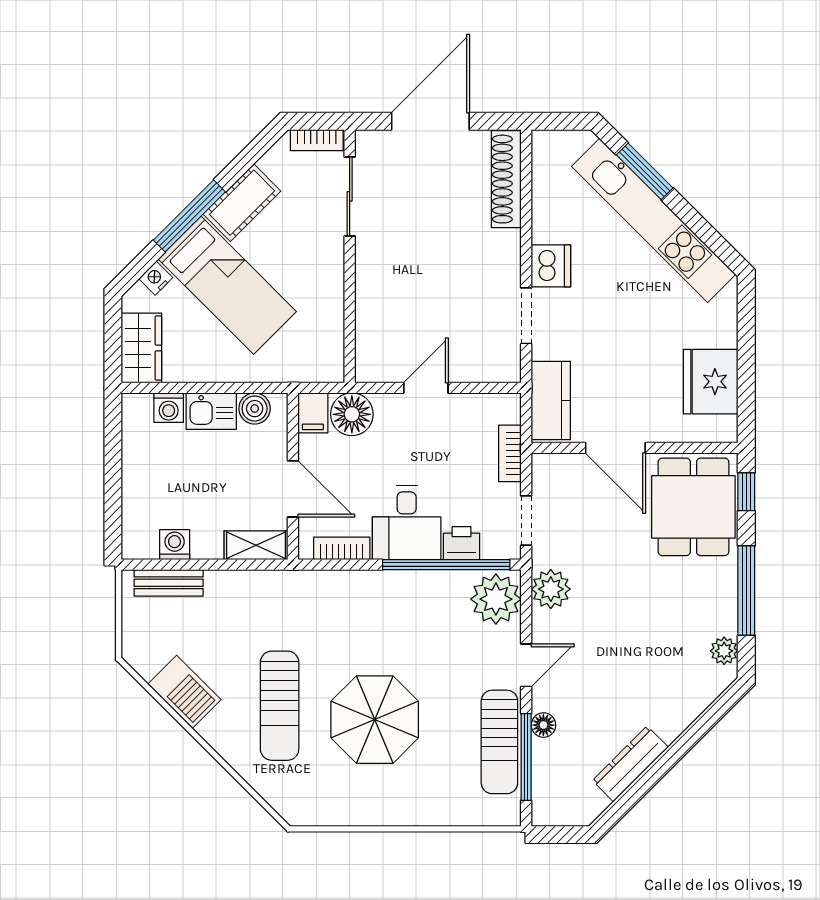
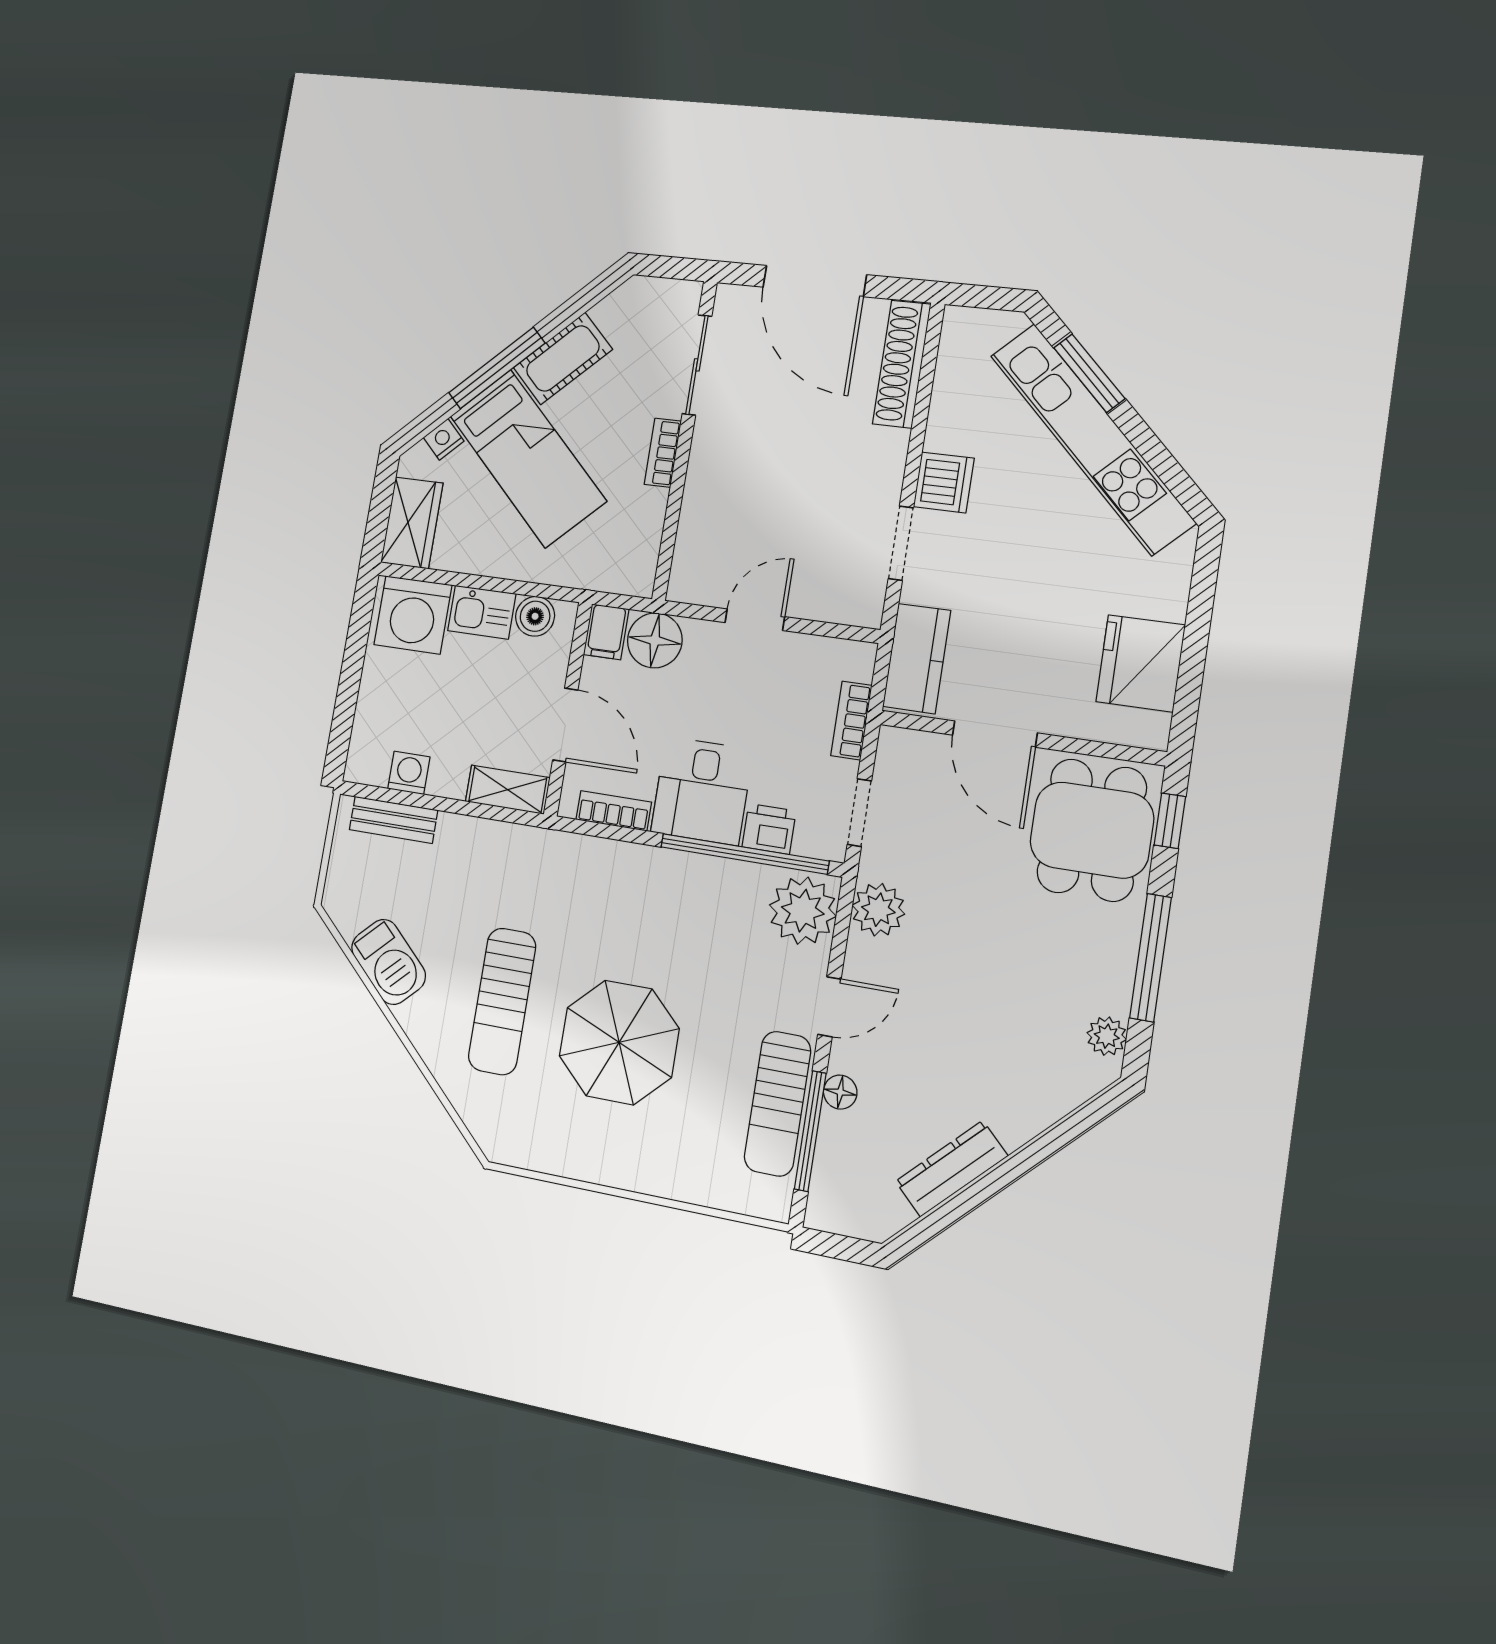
door: (430, 121) -> (815, 281), swing flipped
bookcase: (317, 140) -> (663, 453), moved, turned 90
washing machine: (169, 408) -> (413, 615), width x1.89, depth x1.89

